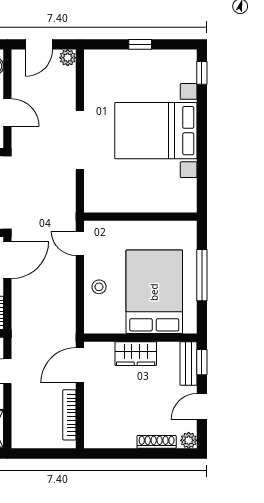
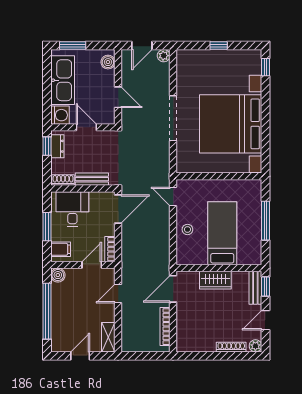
bed with nightstands: (156, 131) -> (231, 124), width x1.36
bed: (154, 292) -> (222, 233), width x0.67

